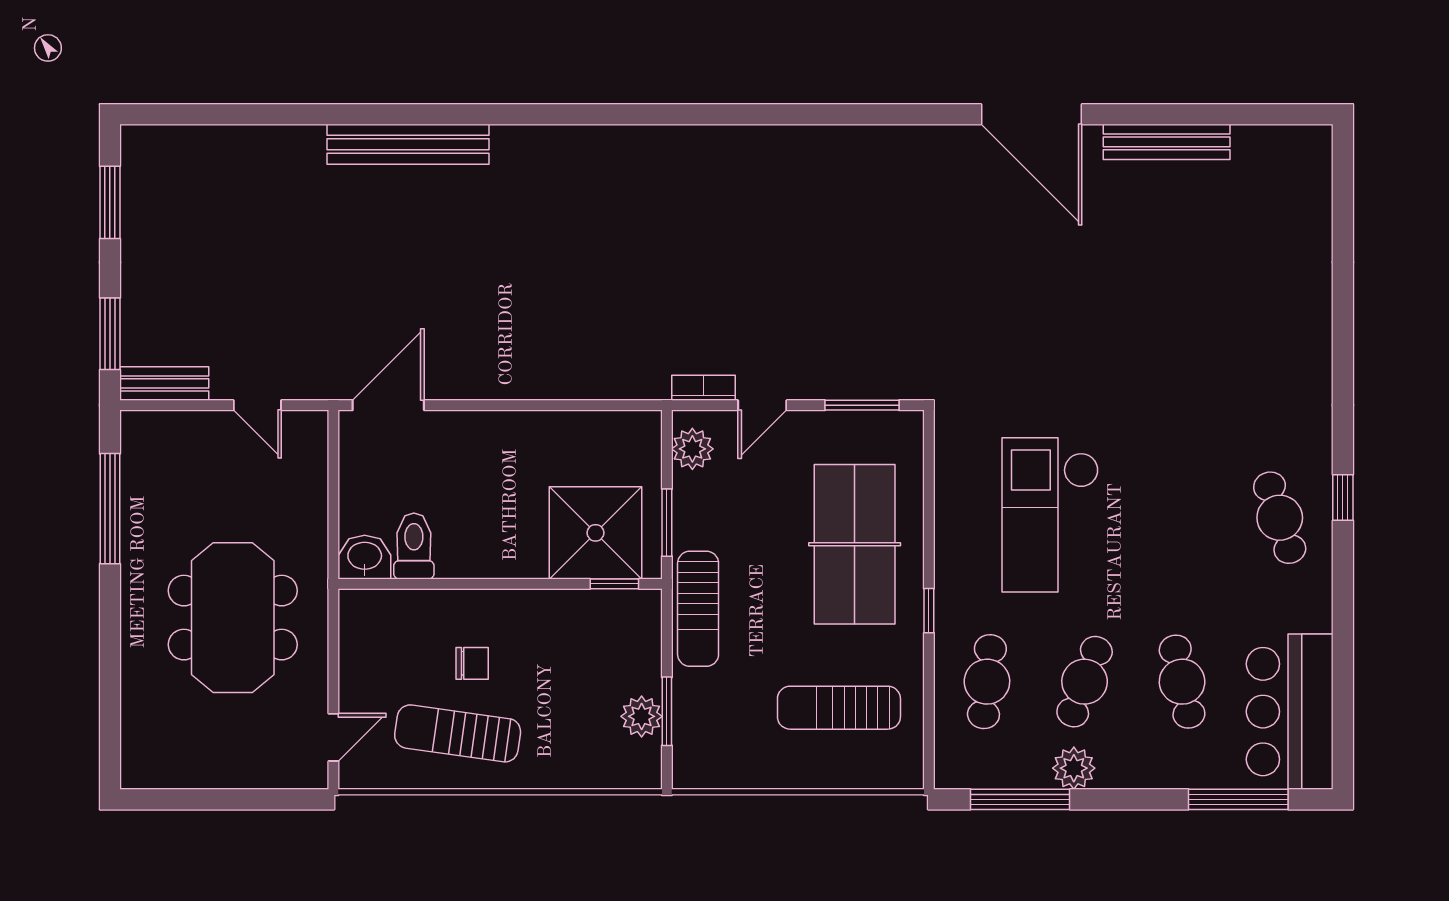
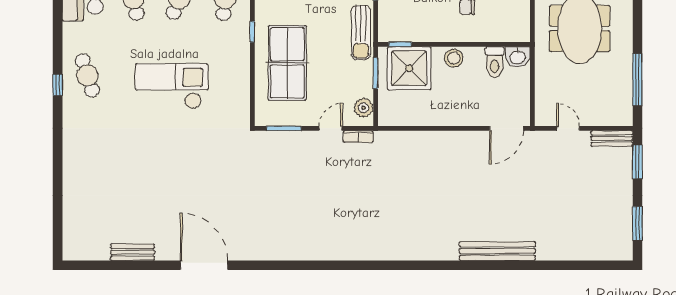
bench: (1167, 142) -> (133, 252), width x0.73
checkout: (1050, 515) -> (172, 86), moved, turned -90
stool: (501, 554) -> (454, 58), added
sun lounger: (698, 609) -> (361, 33), turned 180

